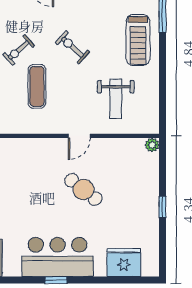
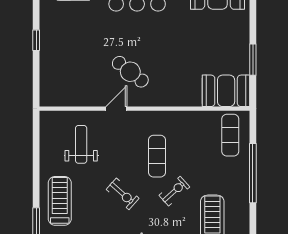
plant: (152, 145) -> (46, 100), removed
cafe table: (83, 189) -> (130, 72), moved

